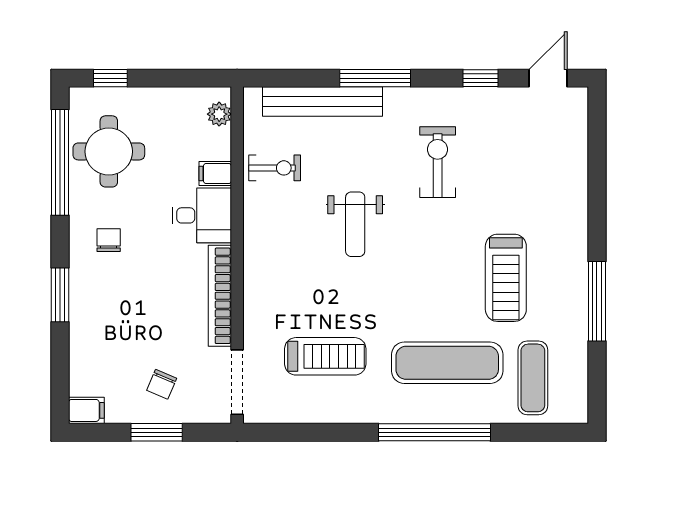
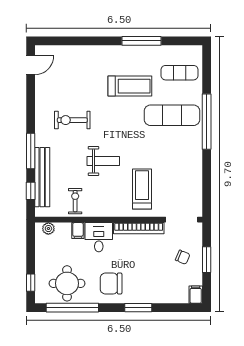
window: (480, 78) -> (31, 191), moved
door: (548, 78) -> (31, 65), swing flipped
chair: (109, 240) -> (111, 284), width x1.87, depth x1.87
treadmill: (325, 356) -> (142, 189), moved
exercise mat: (447, 363) -> (172, 115), turned 90

